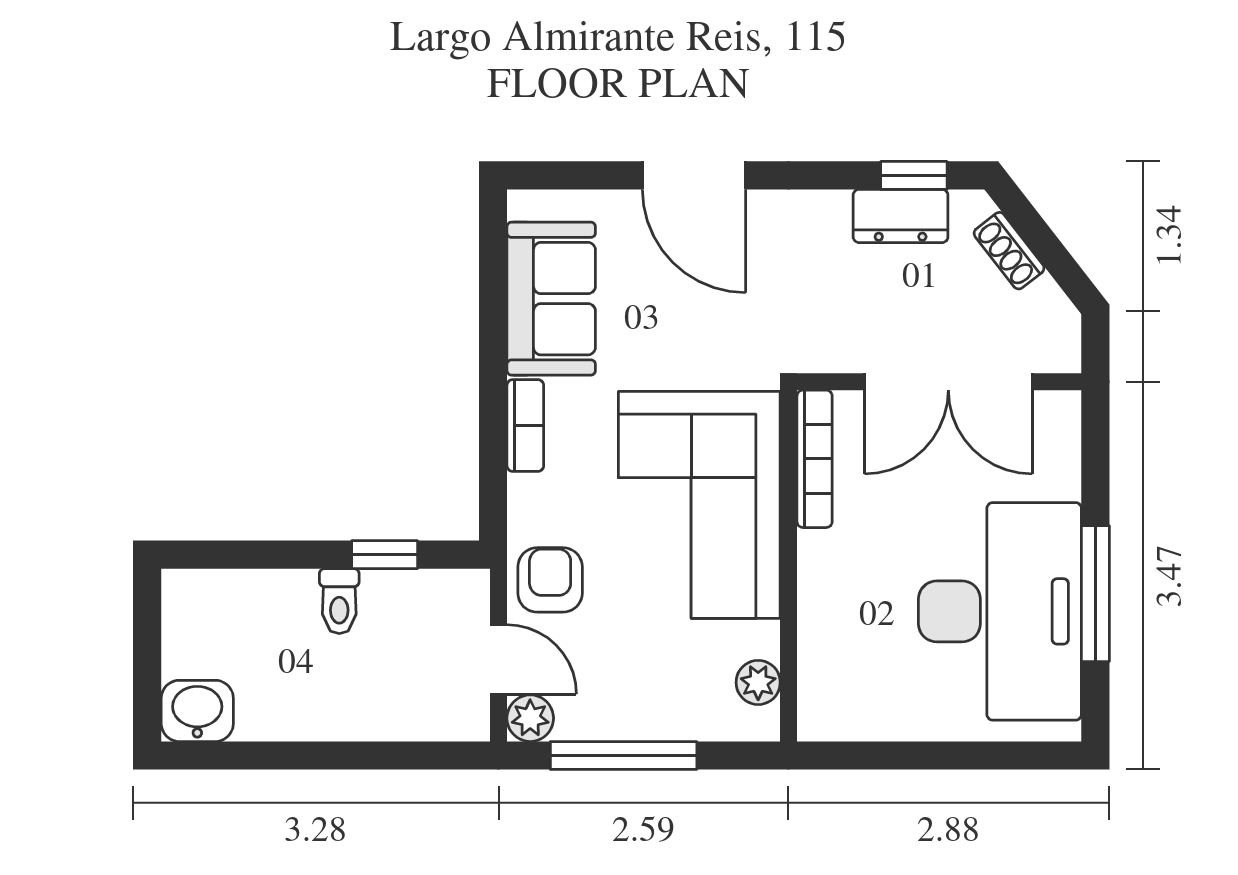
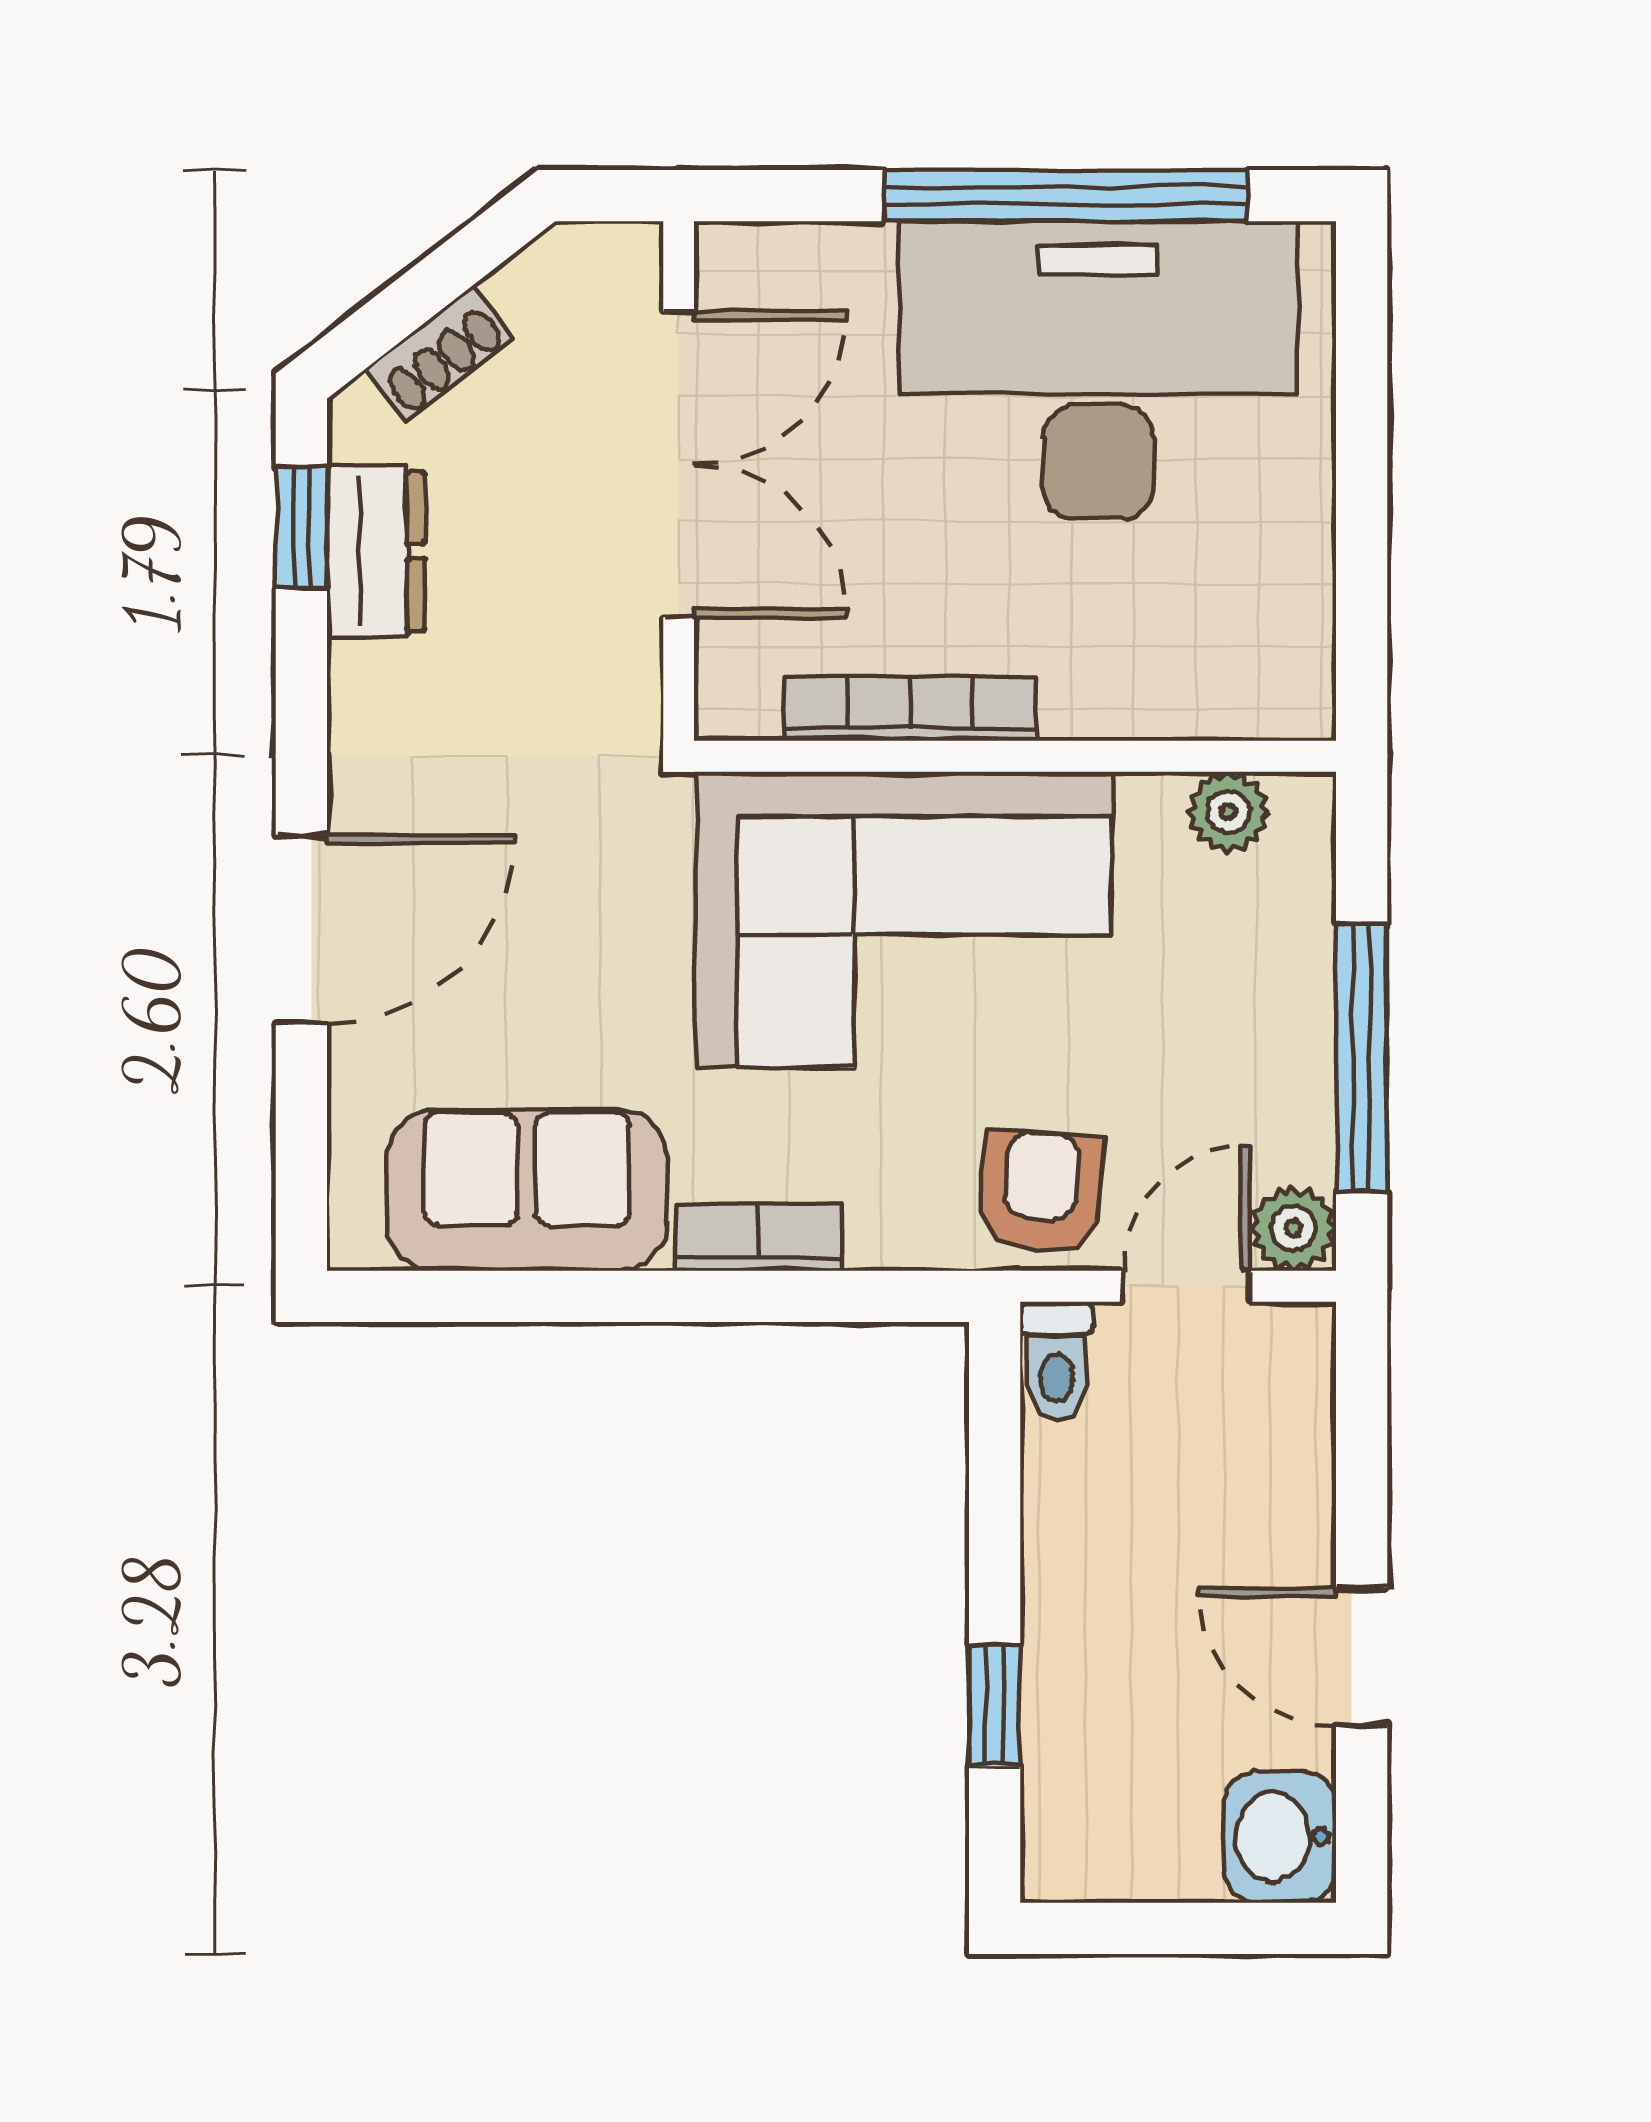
bookcase: (815, 459) -> (911, 709), moved
window: (385, 555) -> (995, 1706), moved
armchair: (550, 580) -> (1041, 1192), turned 94
window: (1095, 594) -> (1066, 196), width x1.46
toilet: (339, 601) -> (1057, 1361), moved, turned 90
door: (296, 755) -> (1362, 1657), added

